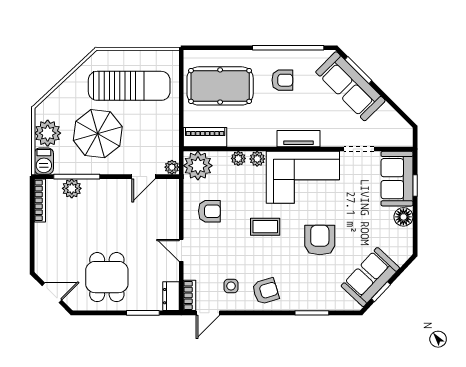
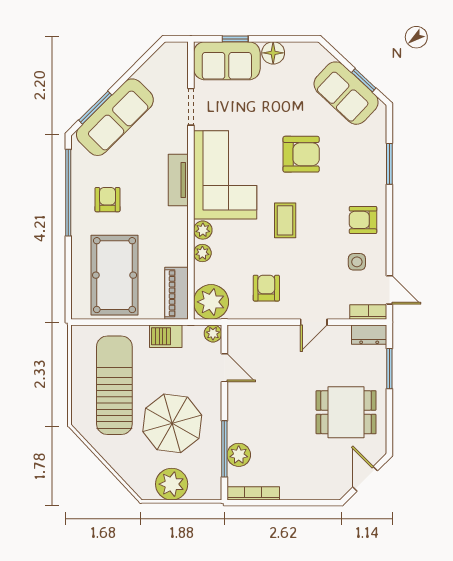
barbecue: (44, 161) -> (166, 336), moved, turned 180
armchair: (320, 240) -> (301, 154), turned 180
armchair: (266, 291) -> (363, 220), turned -73

